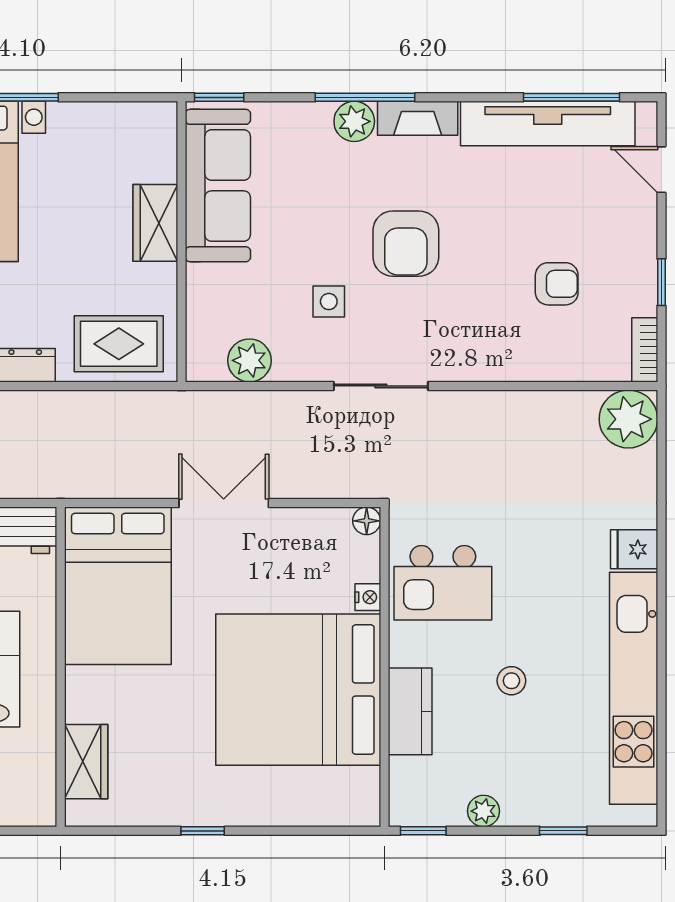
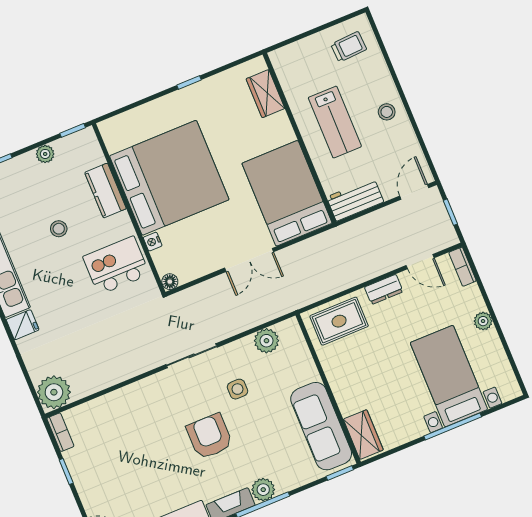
wardrobe: (155, 223) -> (363, 435), moved
armchair: (557, 284) -> (121, 448), removed

